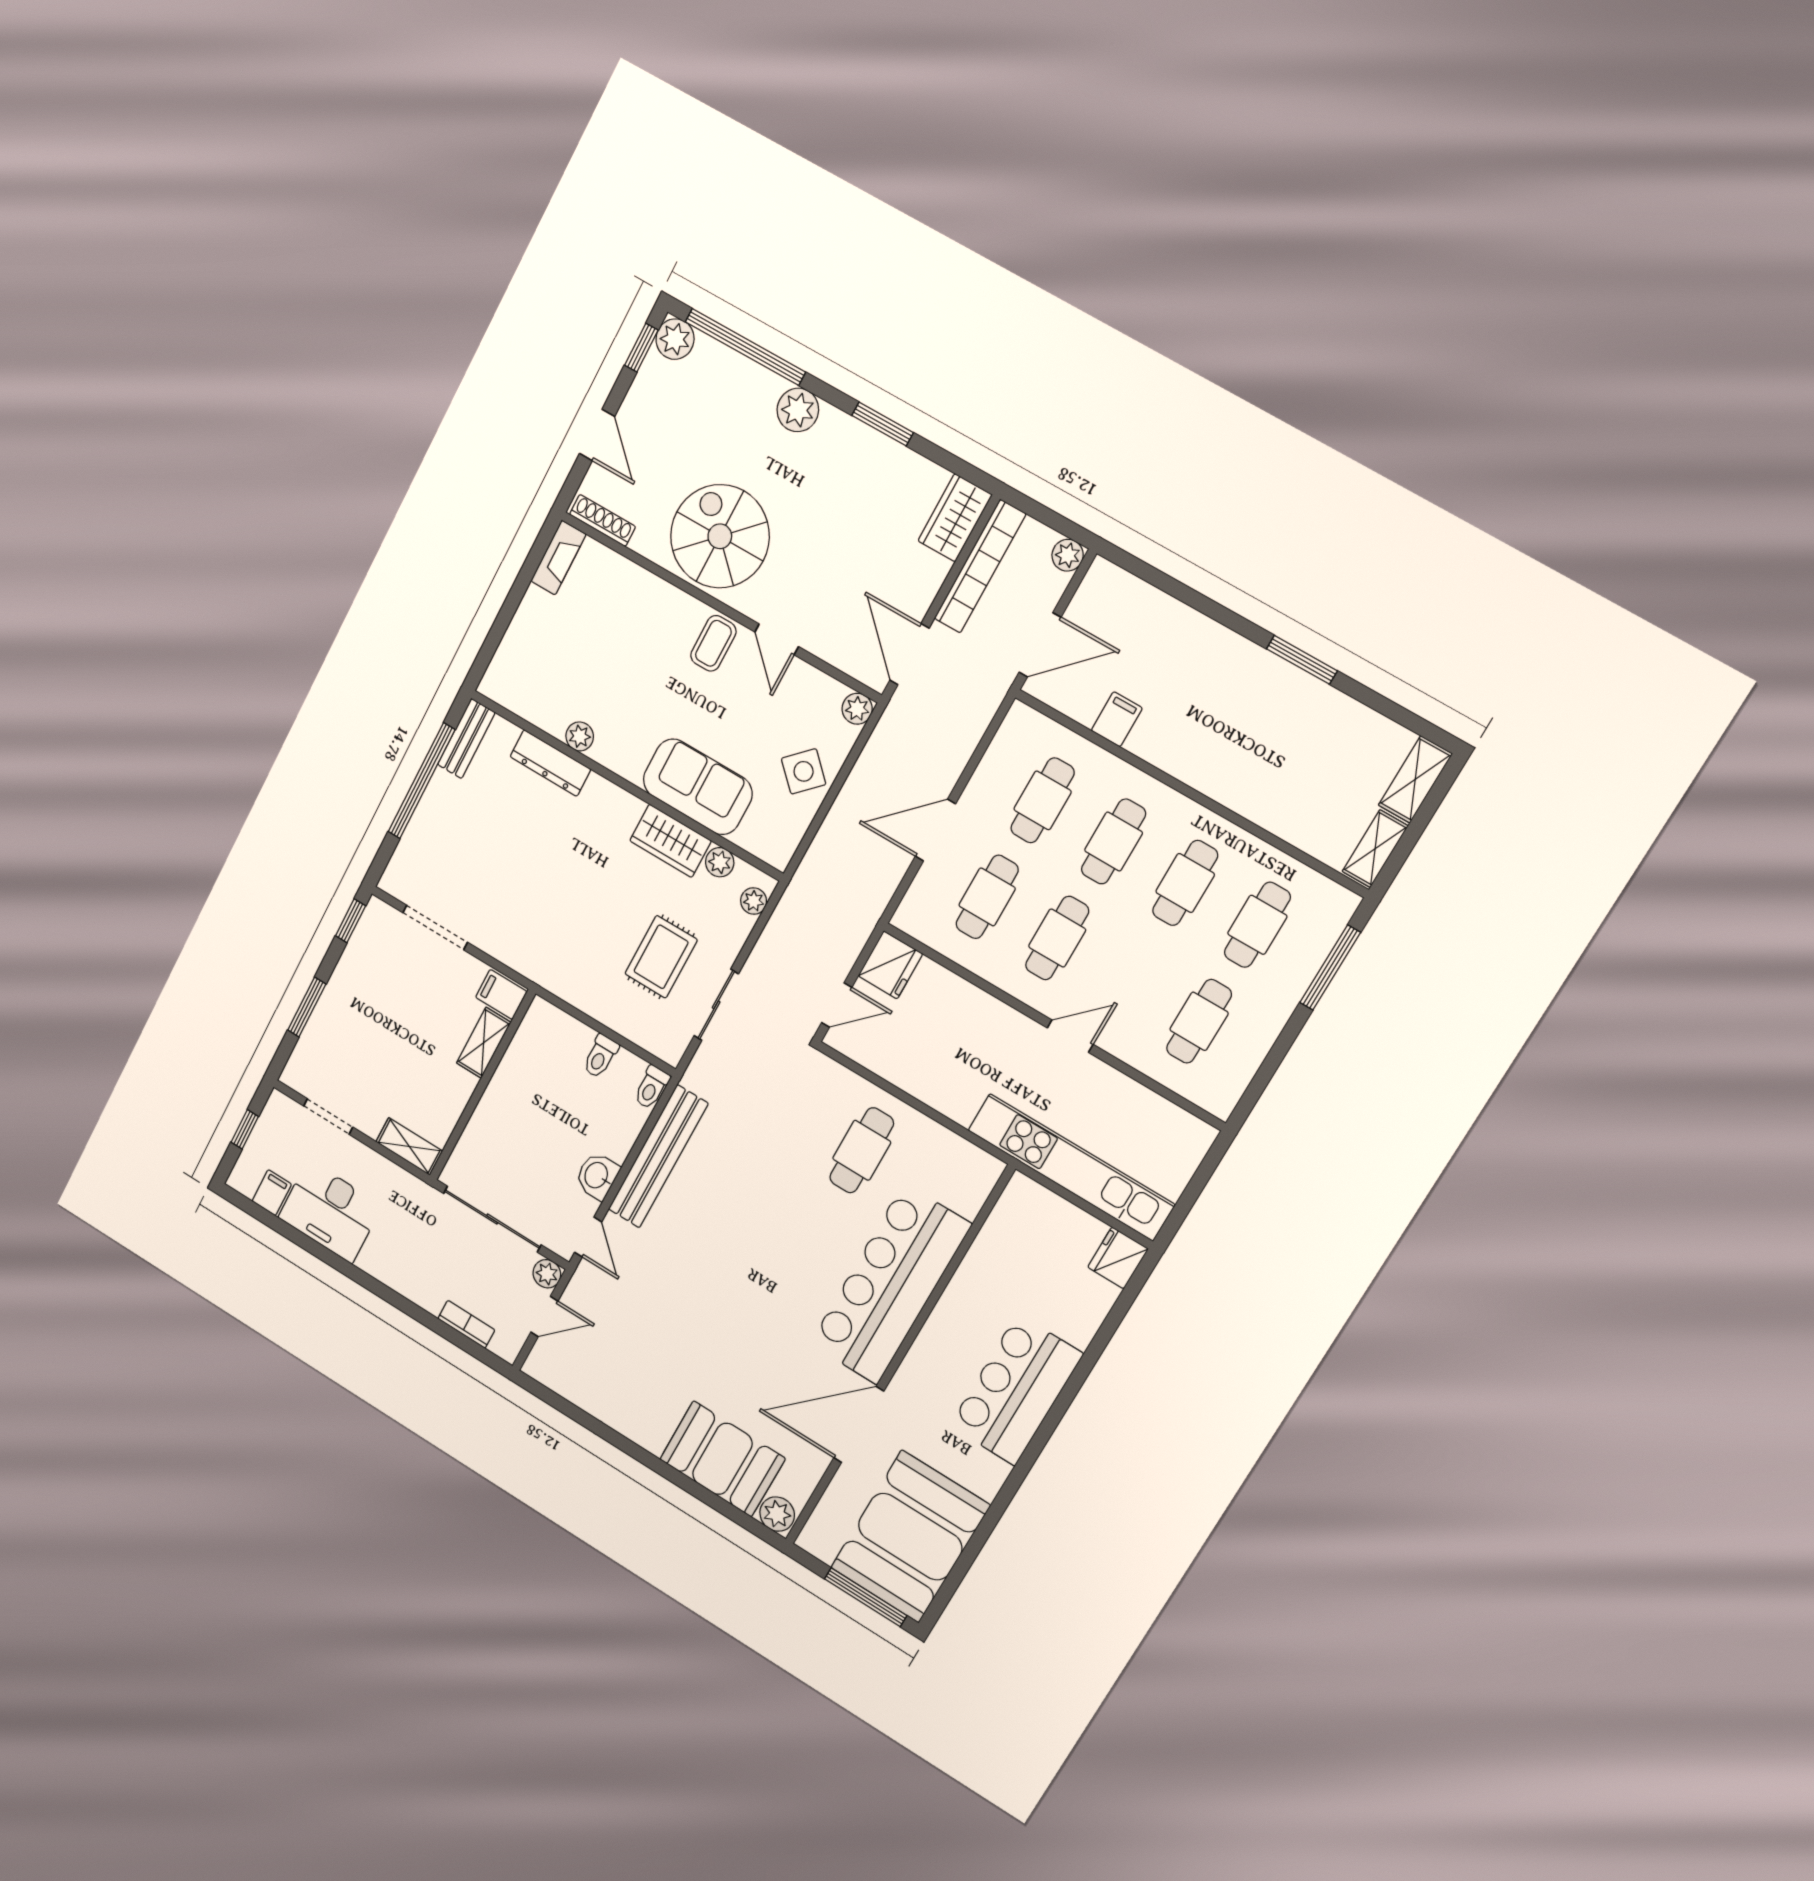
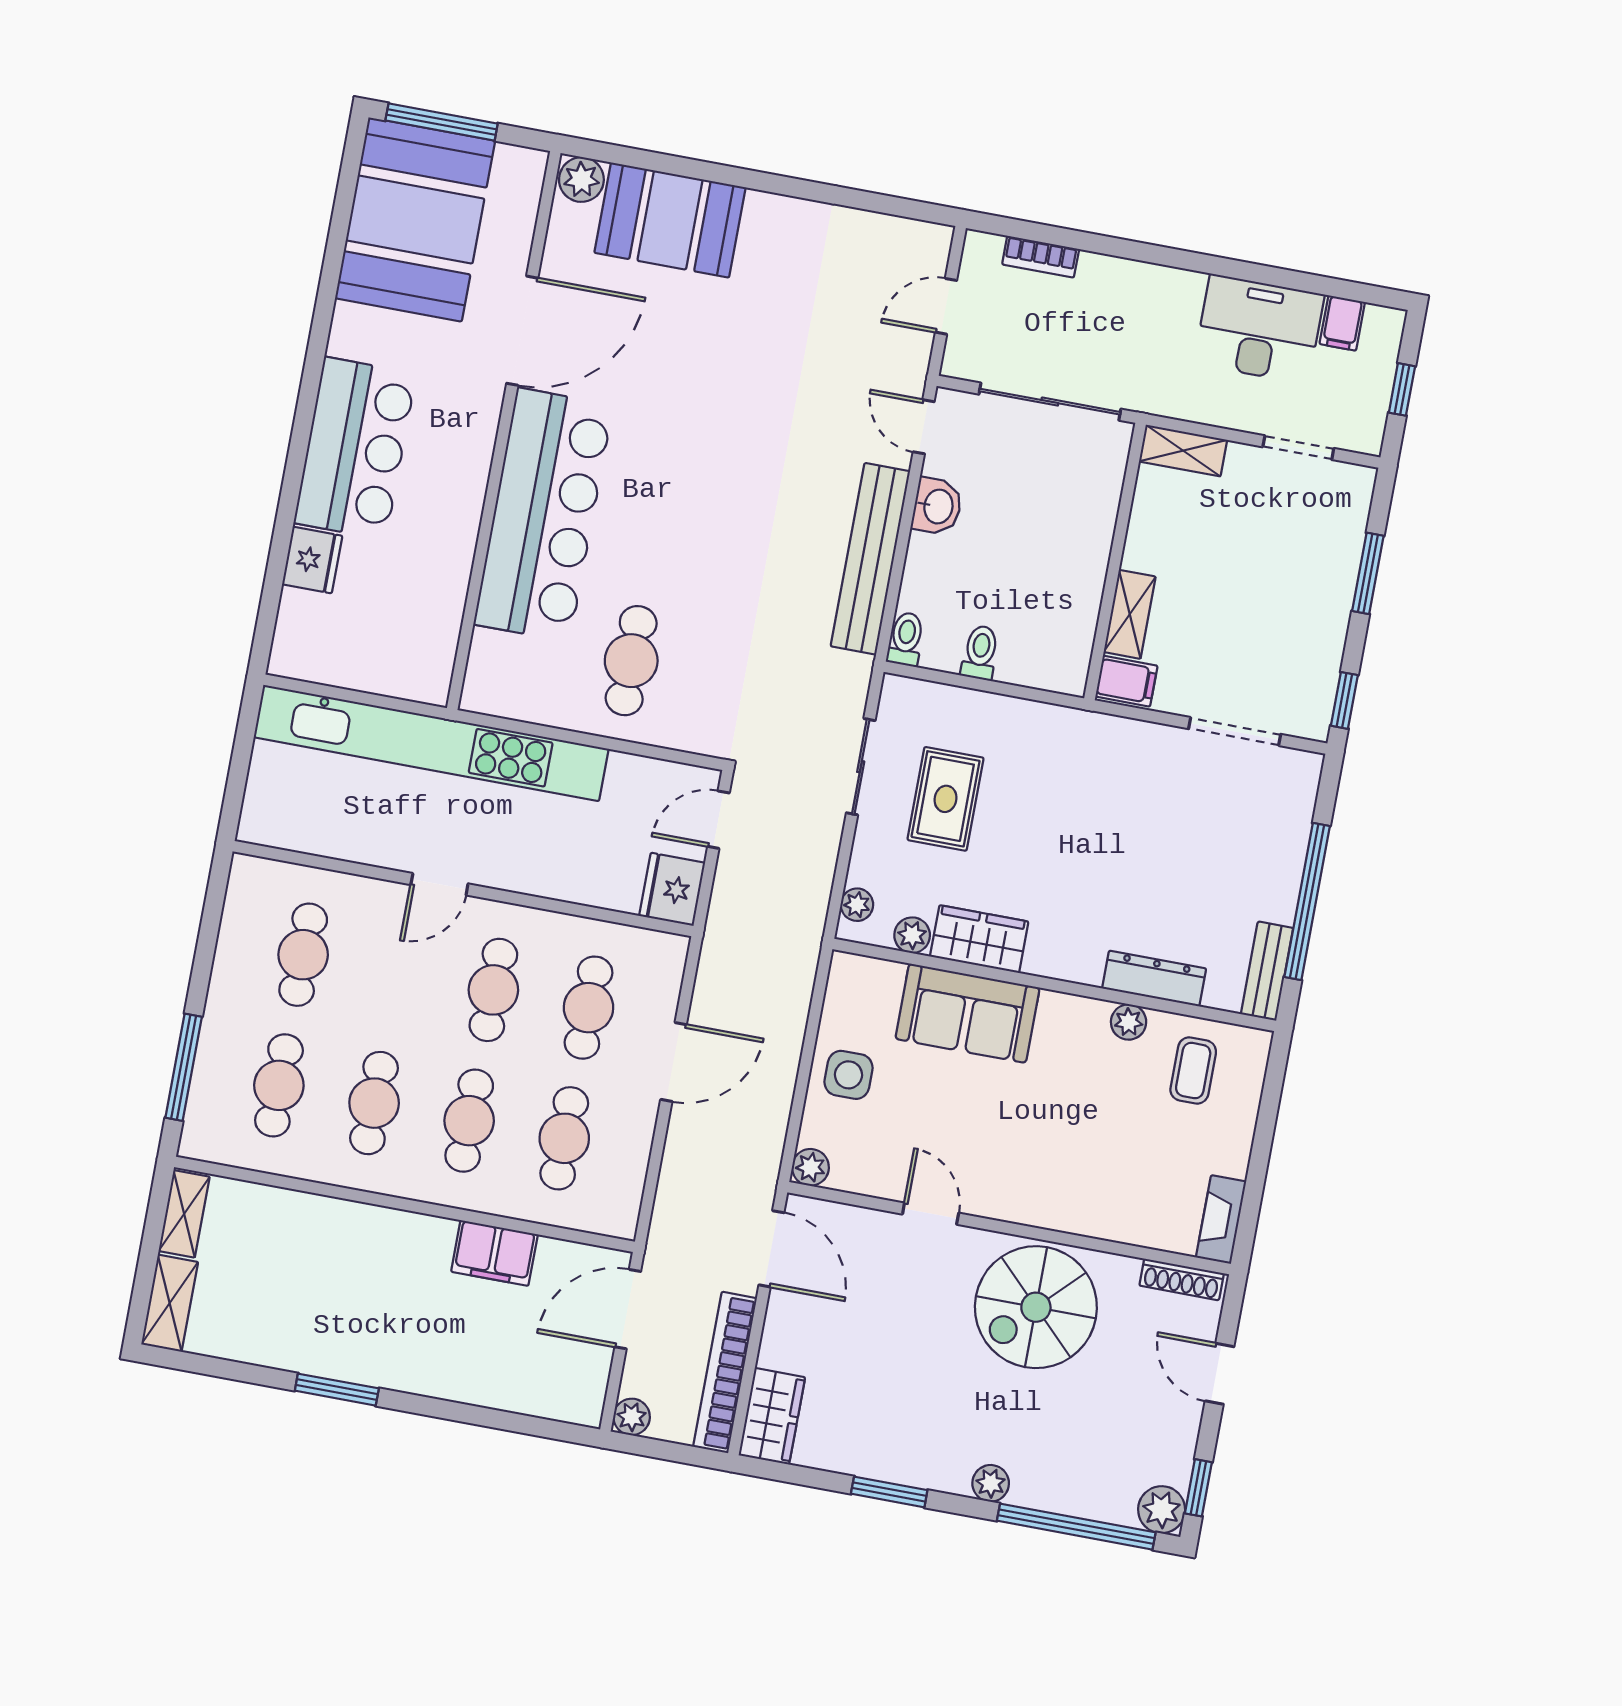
plant: (798, 410) -> (991, 1483), width x0.73, depth x0.73
spiral stairs: (720, 536) -> (1036, 1307), turned 90
coffee table: (713, 643) -> (1193, 1071), moved
filing cabinet: (1117, 719) -> (494, 1253), width x2.00
side table: (804, 771) -> (848, 1075), turned 45
kitchen unit: (1071, 1167) -> (431, 743), width x1.36
fridge: (1118, 1258) -> (312, 560), moved
plant: (547, 1274) -> (960, 361), removed

